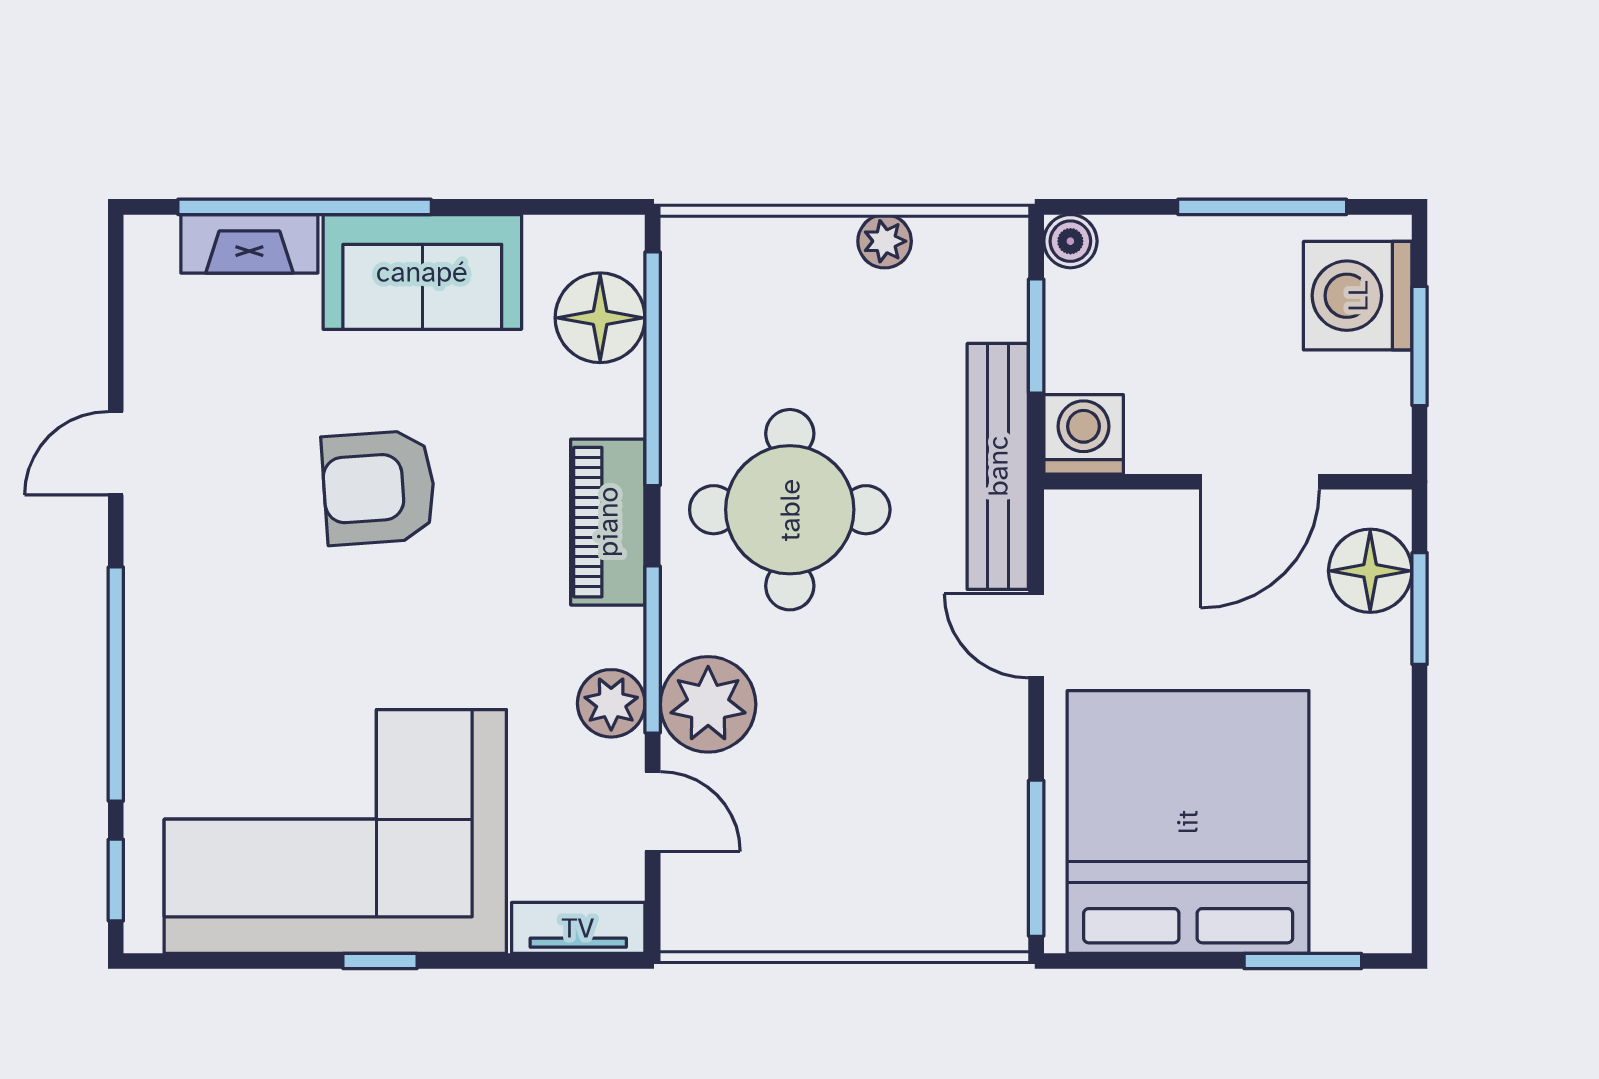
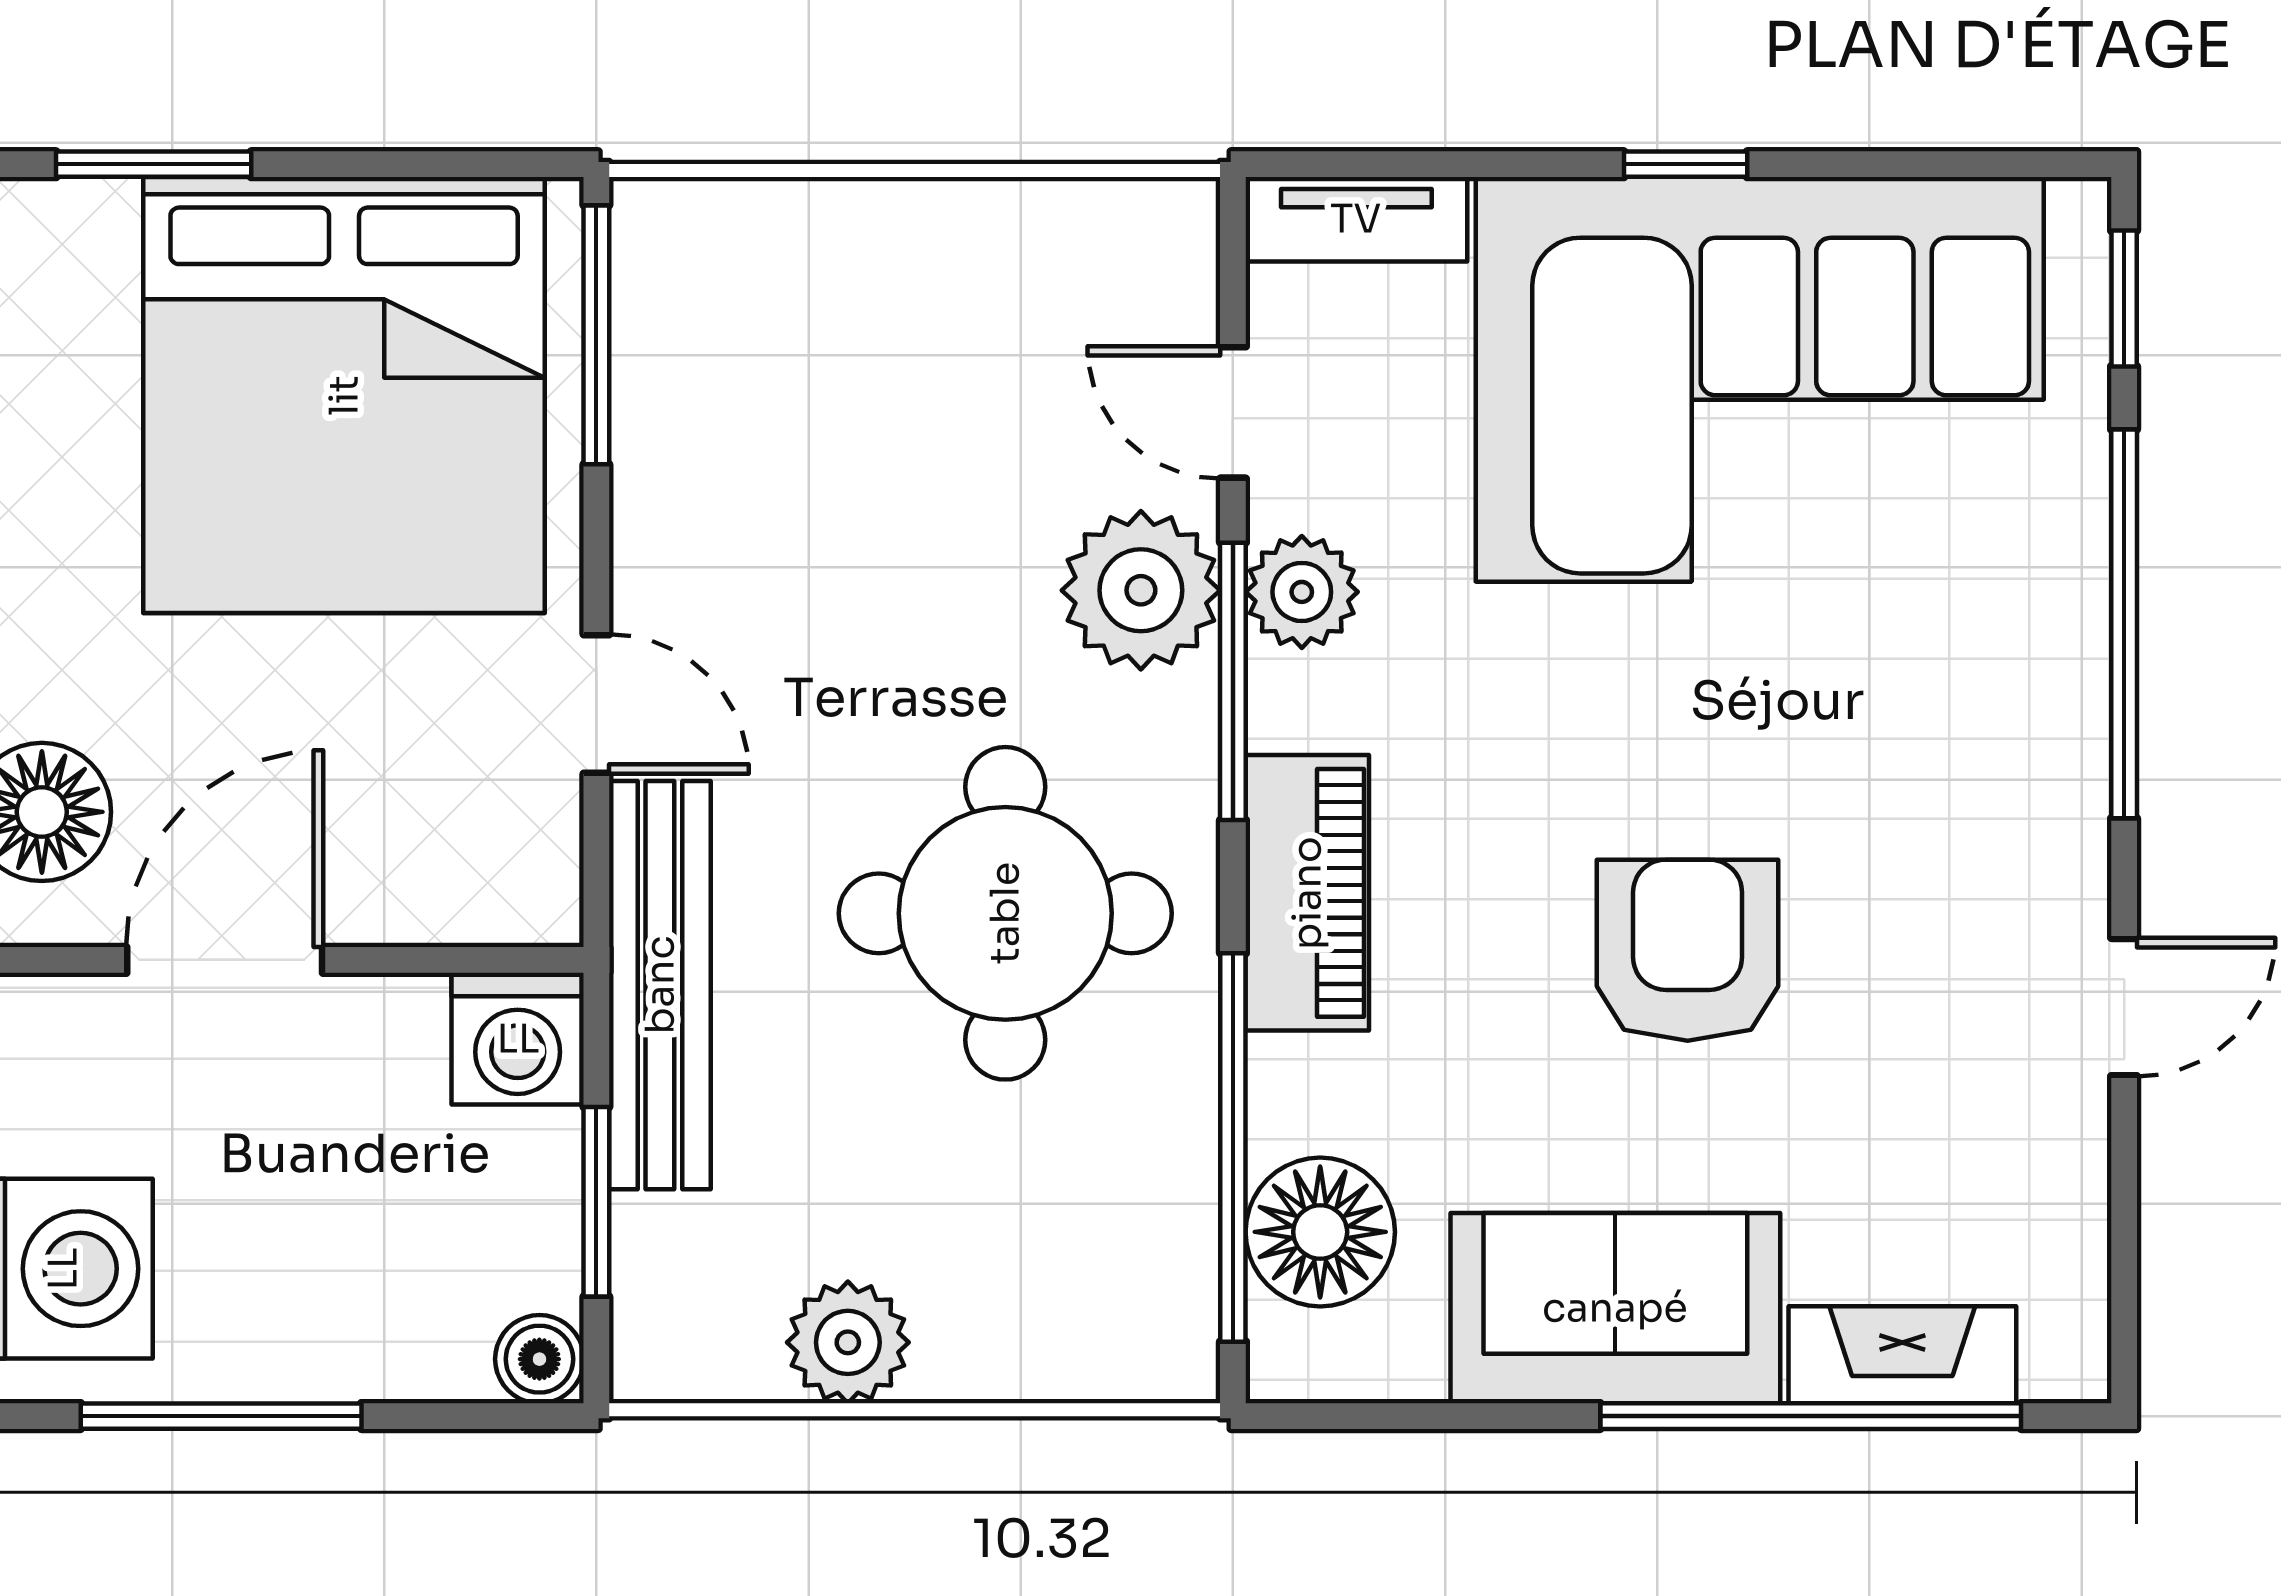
plant: (885, 241) -> (848, 1342), width x1.38, depth x1.38
armchair: (379, 488) -> (1688, 950), turned -86

